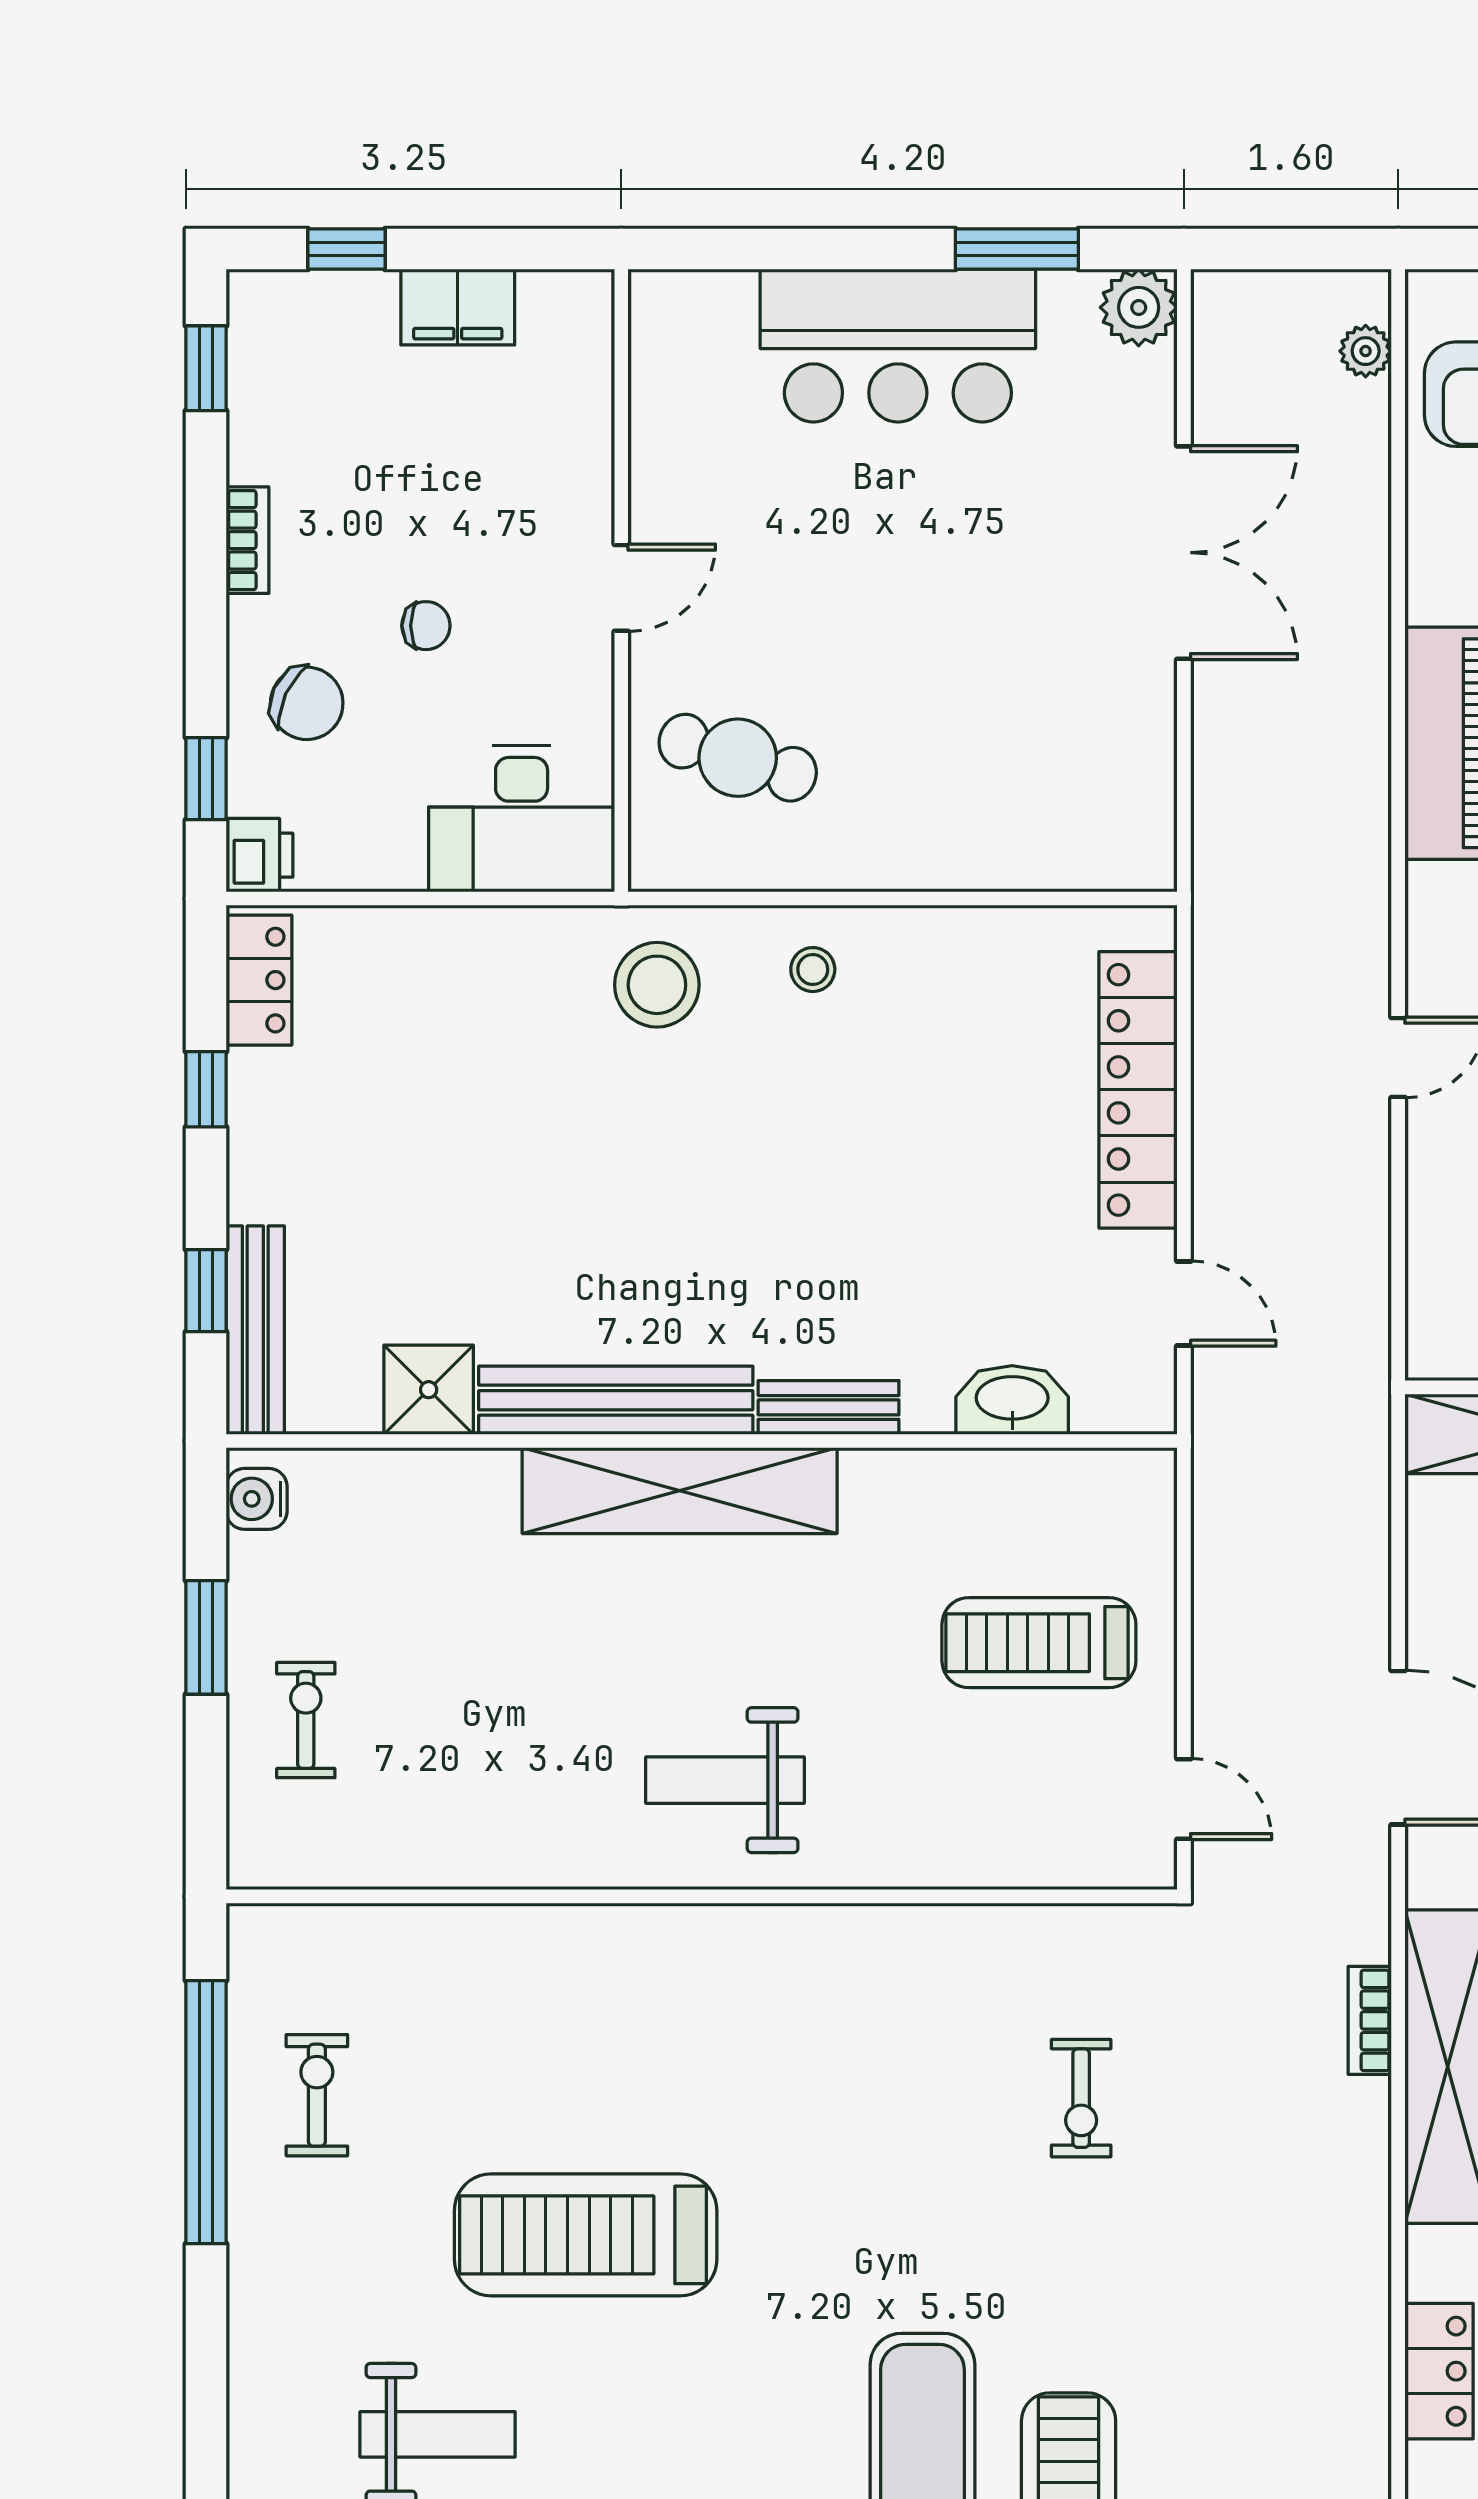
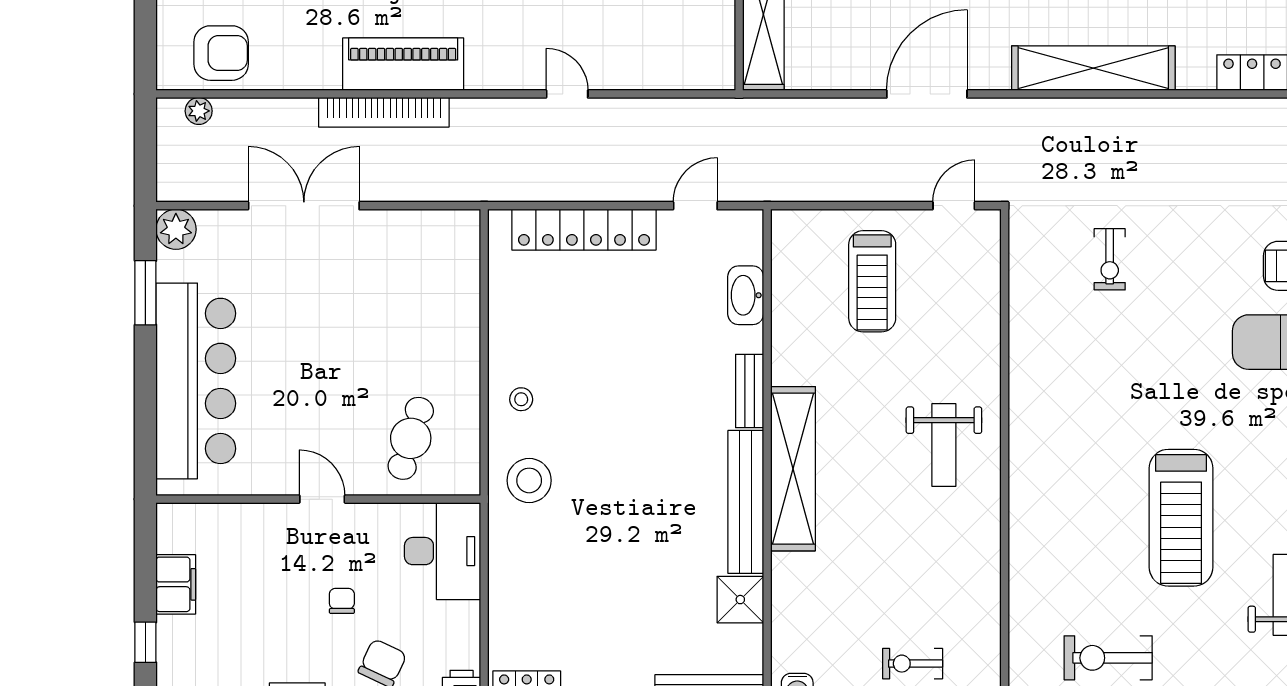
bar counter: (898, 346) -> (196, 381), width x1.36
bookcase: (1370, 2020) -> (384, 112), moved, width x2.31, depth x1.31
exercise bike: (317, 2095) -> (1108, 658), width x1.38, depth x1.39
exercise bike: (1081, 2098) -> (1110, 259), turned 90

